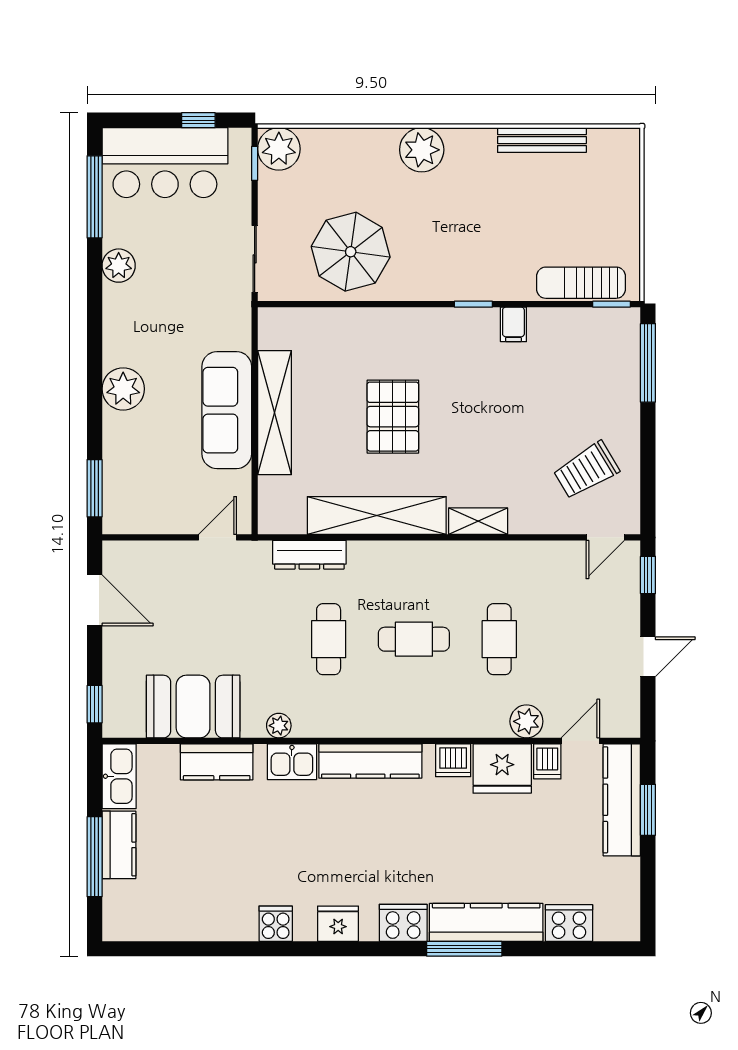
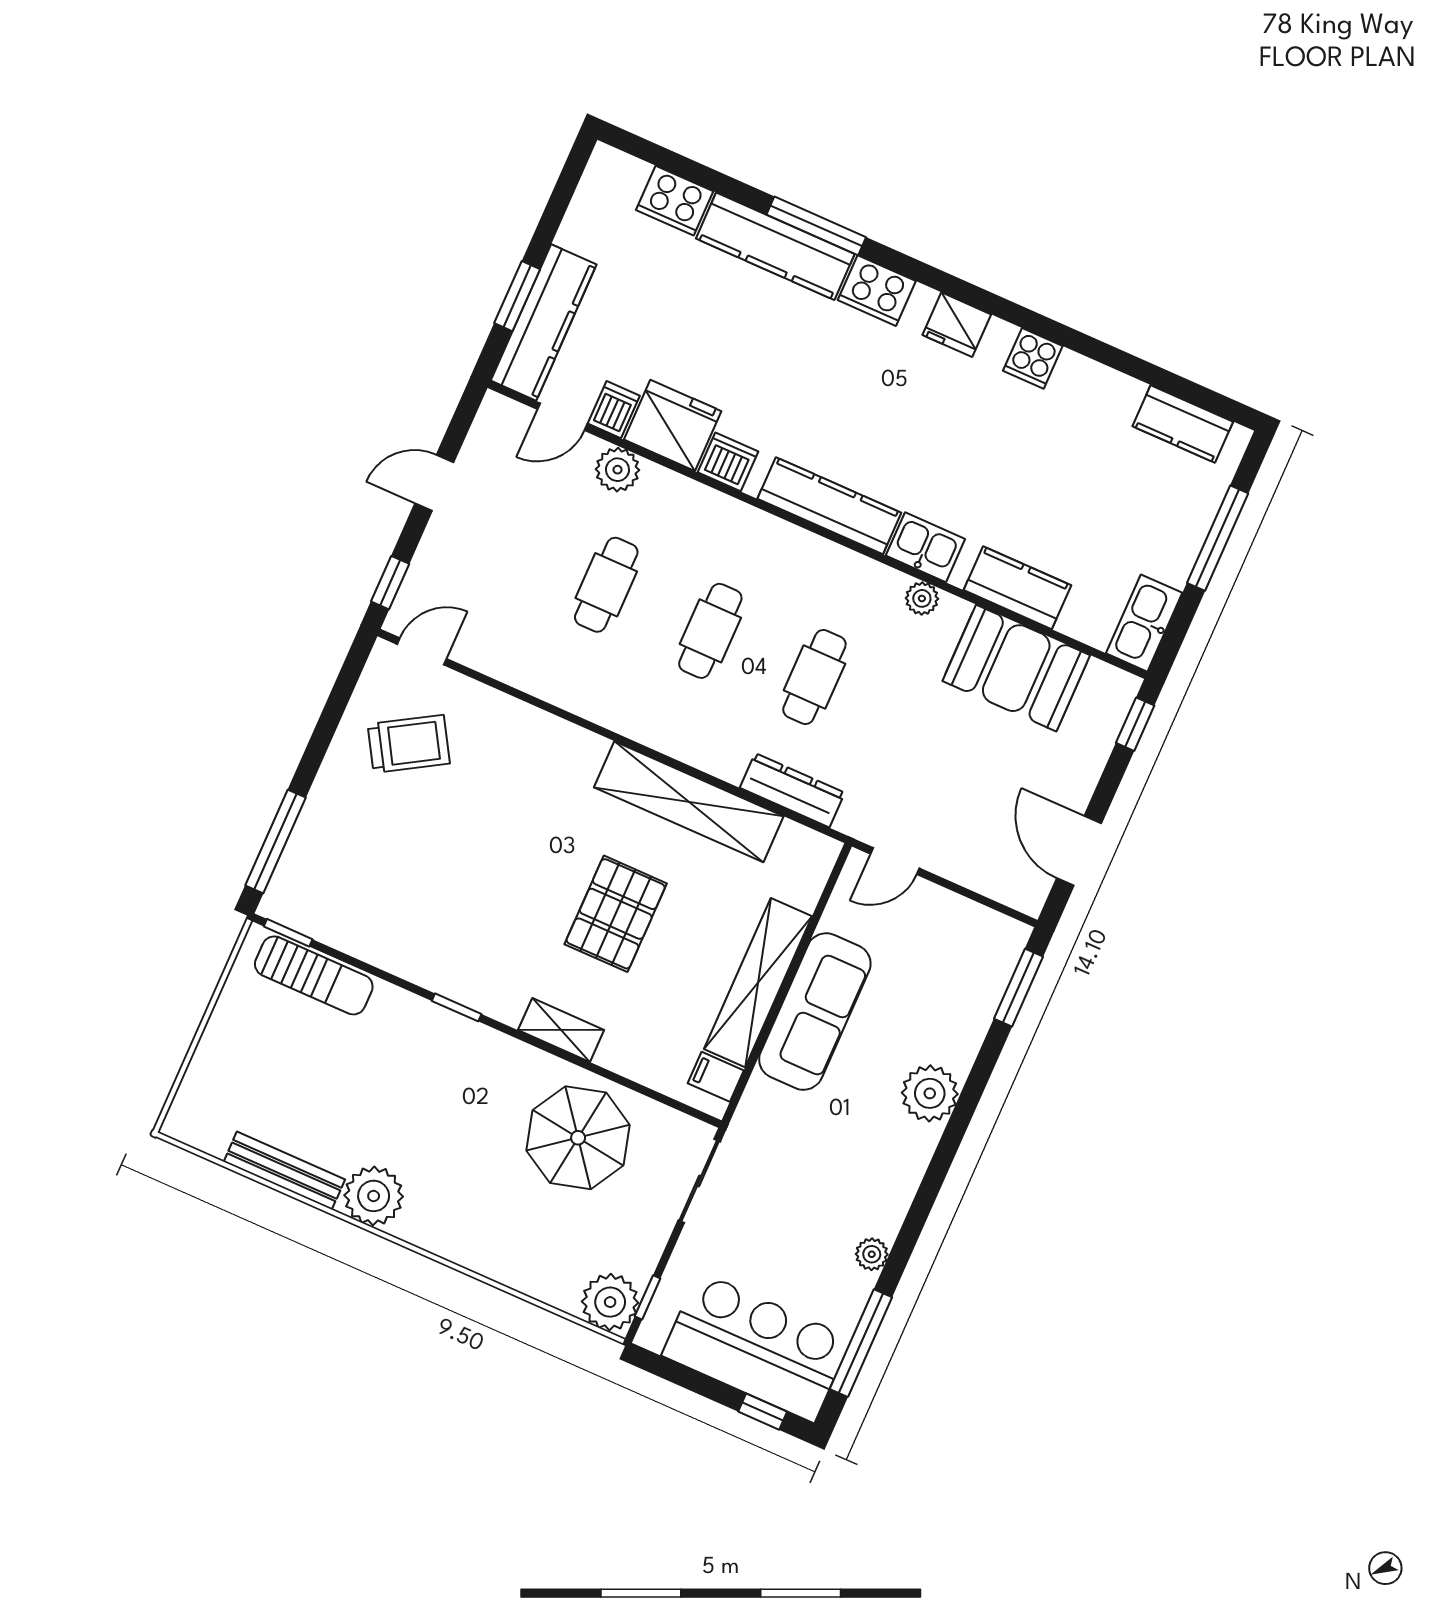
window: (198, 120) -> (763, 1412), moved
plant: (422, 150) -> (374, 1196), moved
plant: (119, 266) -> (872, 1254), width x0.73, depth x0.73
filing cabinet: (513, 324) -> (716, 1077), moved, turned -90
shelving: (478, 521) -> (561, 1030), moved
cafe table: (414, 639) -> (710, 631), turned 90
kitchen counter: (119, 845) -> (1183, 424), moved, turned -90

